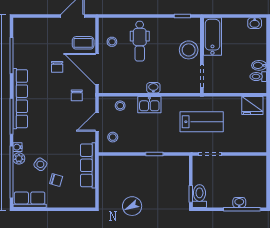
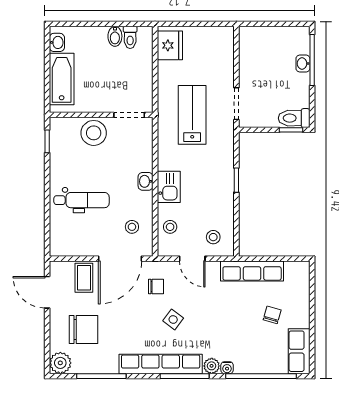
plant: (21, 26) -> (60, 363), added
bathtub: (212, 37) -> (62, 79), moved, turned 90
stool: (112, 42) -> (132, 227), moved
chair: (57, 67) -> (84, 330), moved, width x1.87, depth x1.87
plant: (19, 158) -> (212, 366), moved
side table: (40, 164) -> (173, 319), moved

